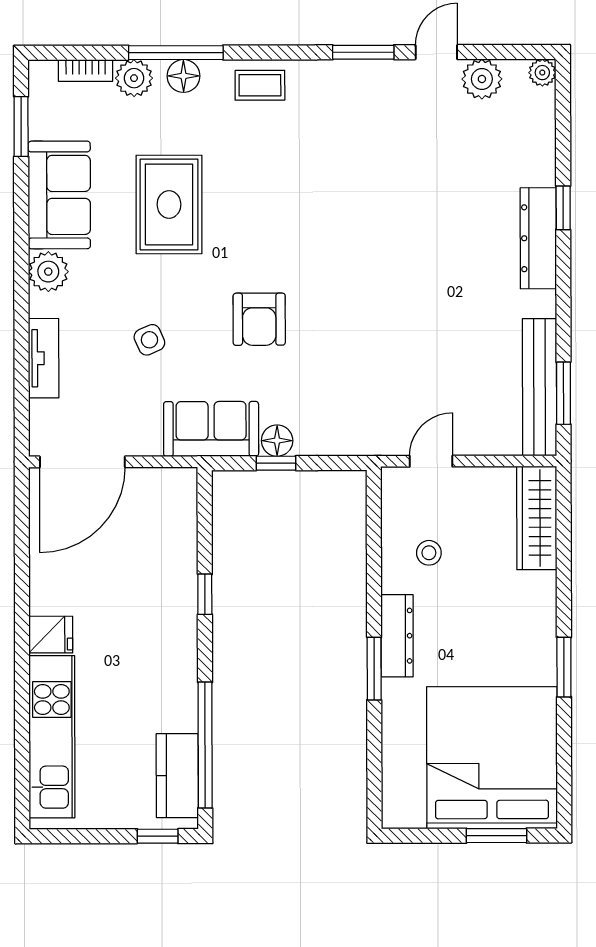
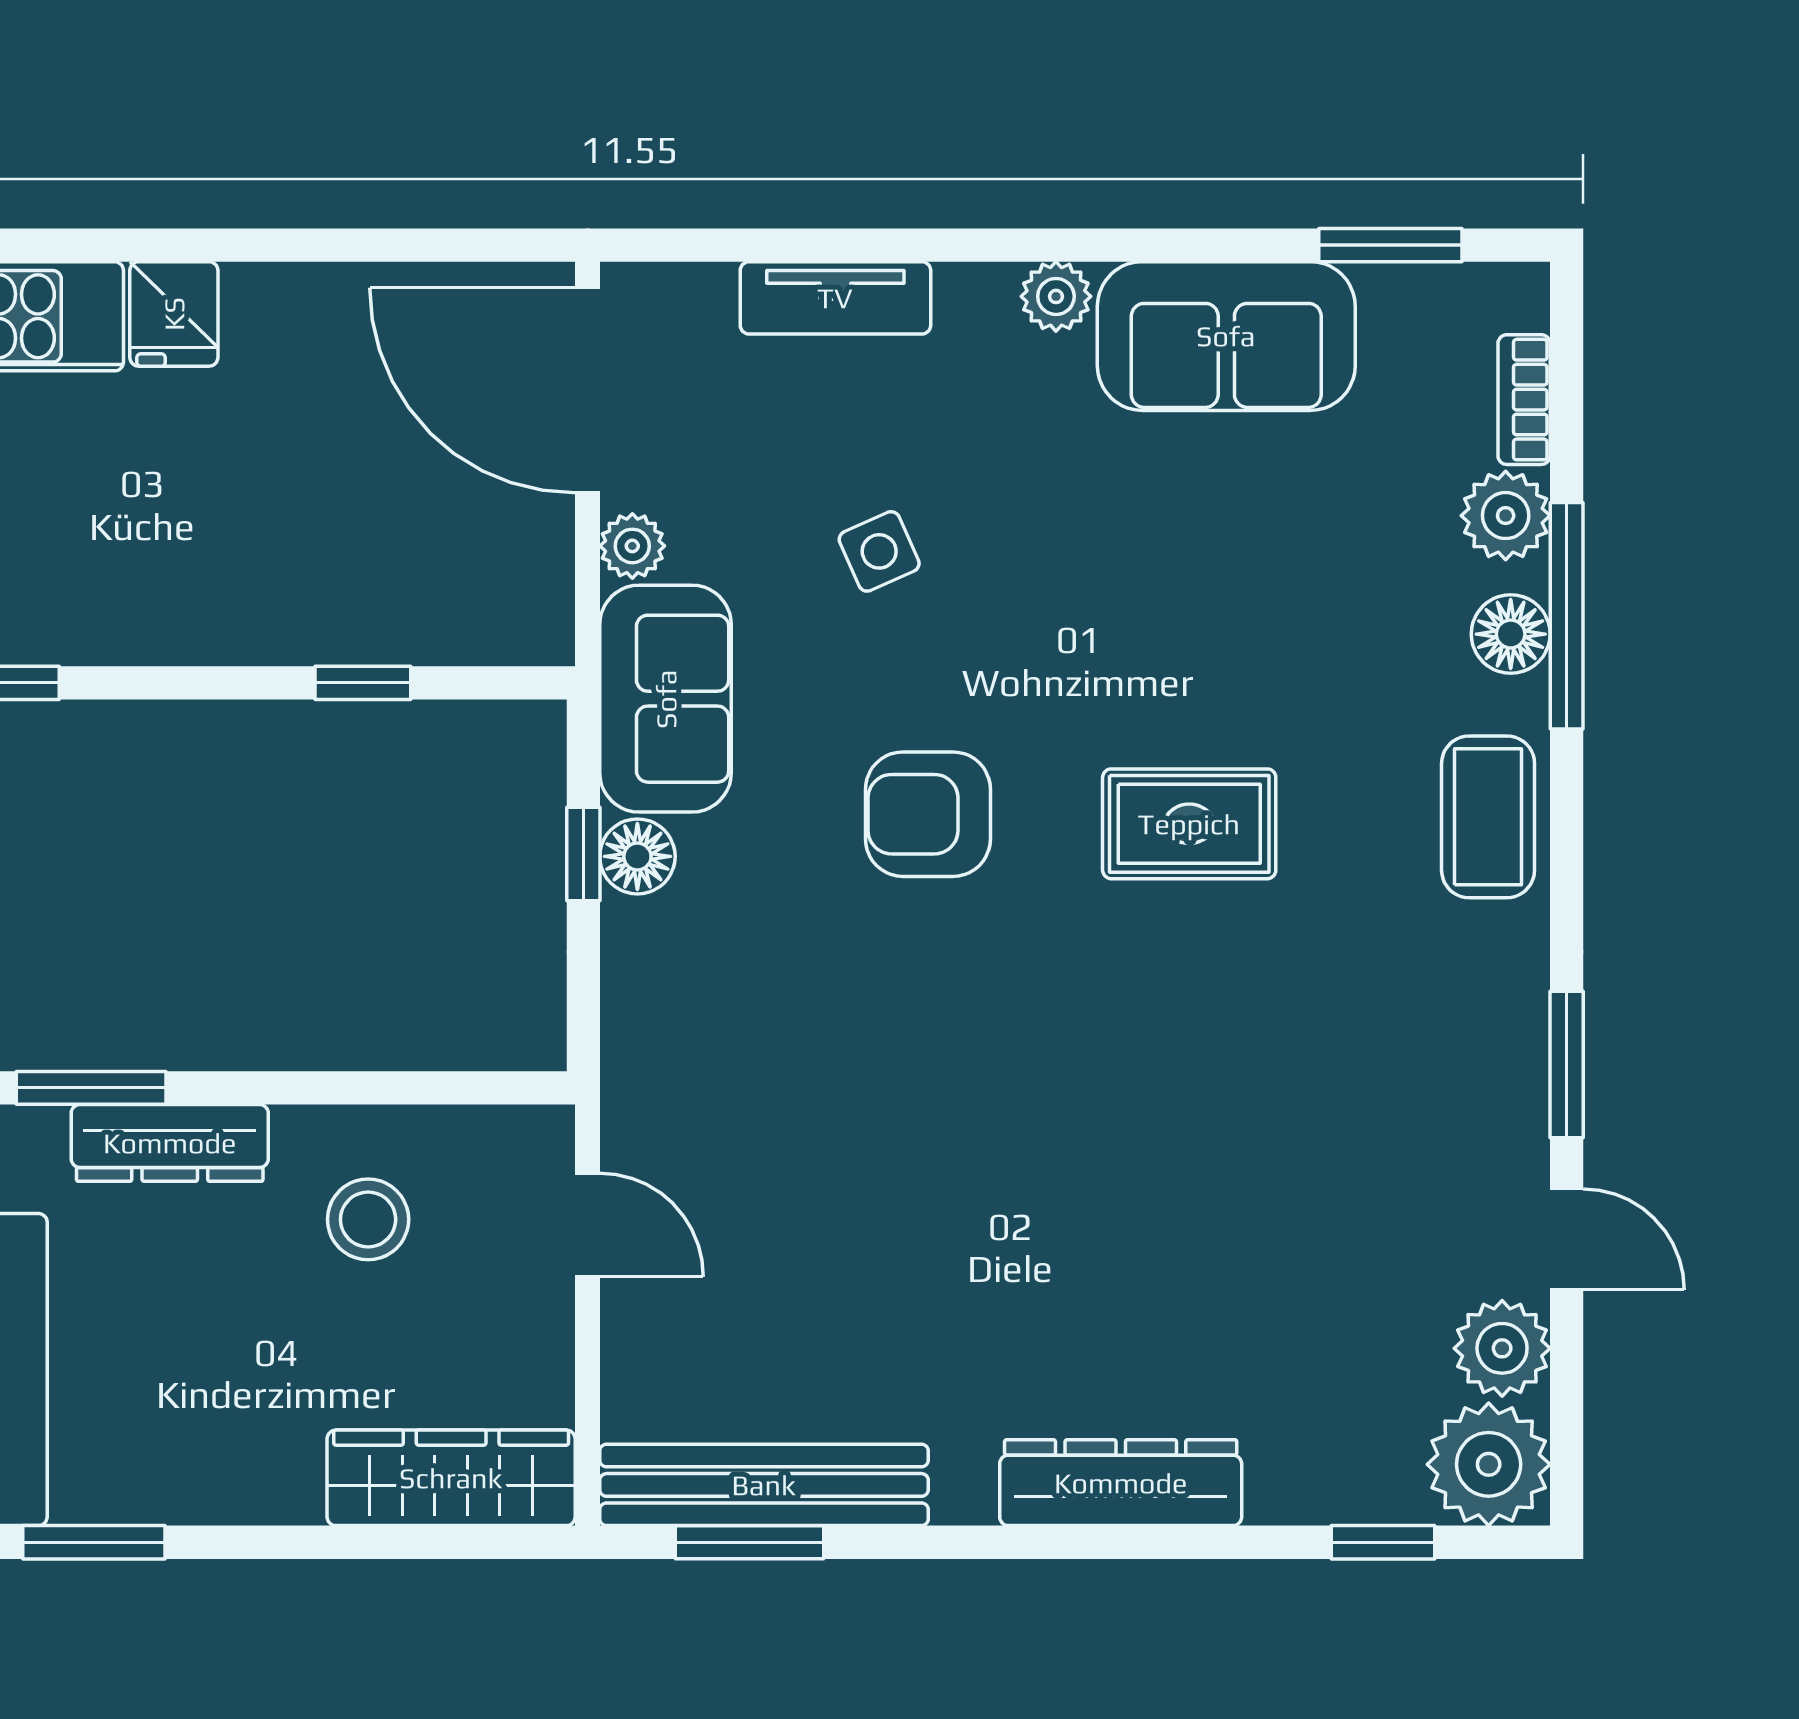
plant: (542, 73) -> (1489, 1464), width x1.88, depth x1.88
coffee table: (260, 85) -> (1488, 817), width x1.36, depth x1.30
rug: (169, 204) -> (1189, 824), moved, width x0.73, depth x0.70
window: (563, 208) -> (1383, 1542), moved
plant: (48, 272) -> (1056, 296), width x0.73, depth x0.73
plant: (147, 443) -> (632, 546), added
stool: (429, 553) -> (368, 1219), width x1.37, depth x1.37
window: (205, 594) -> (363, 683), moved

